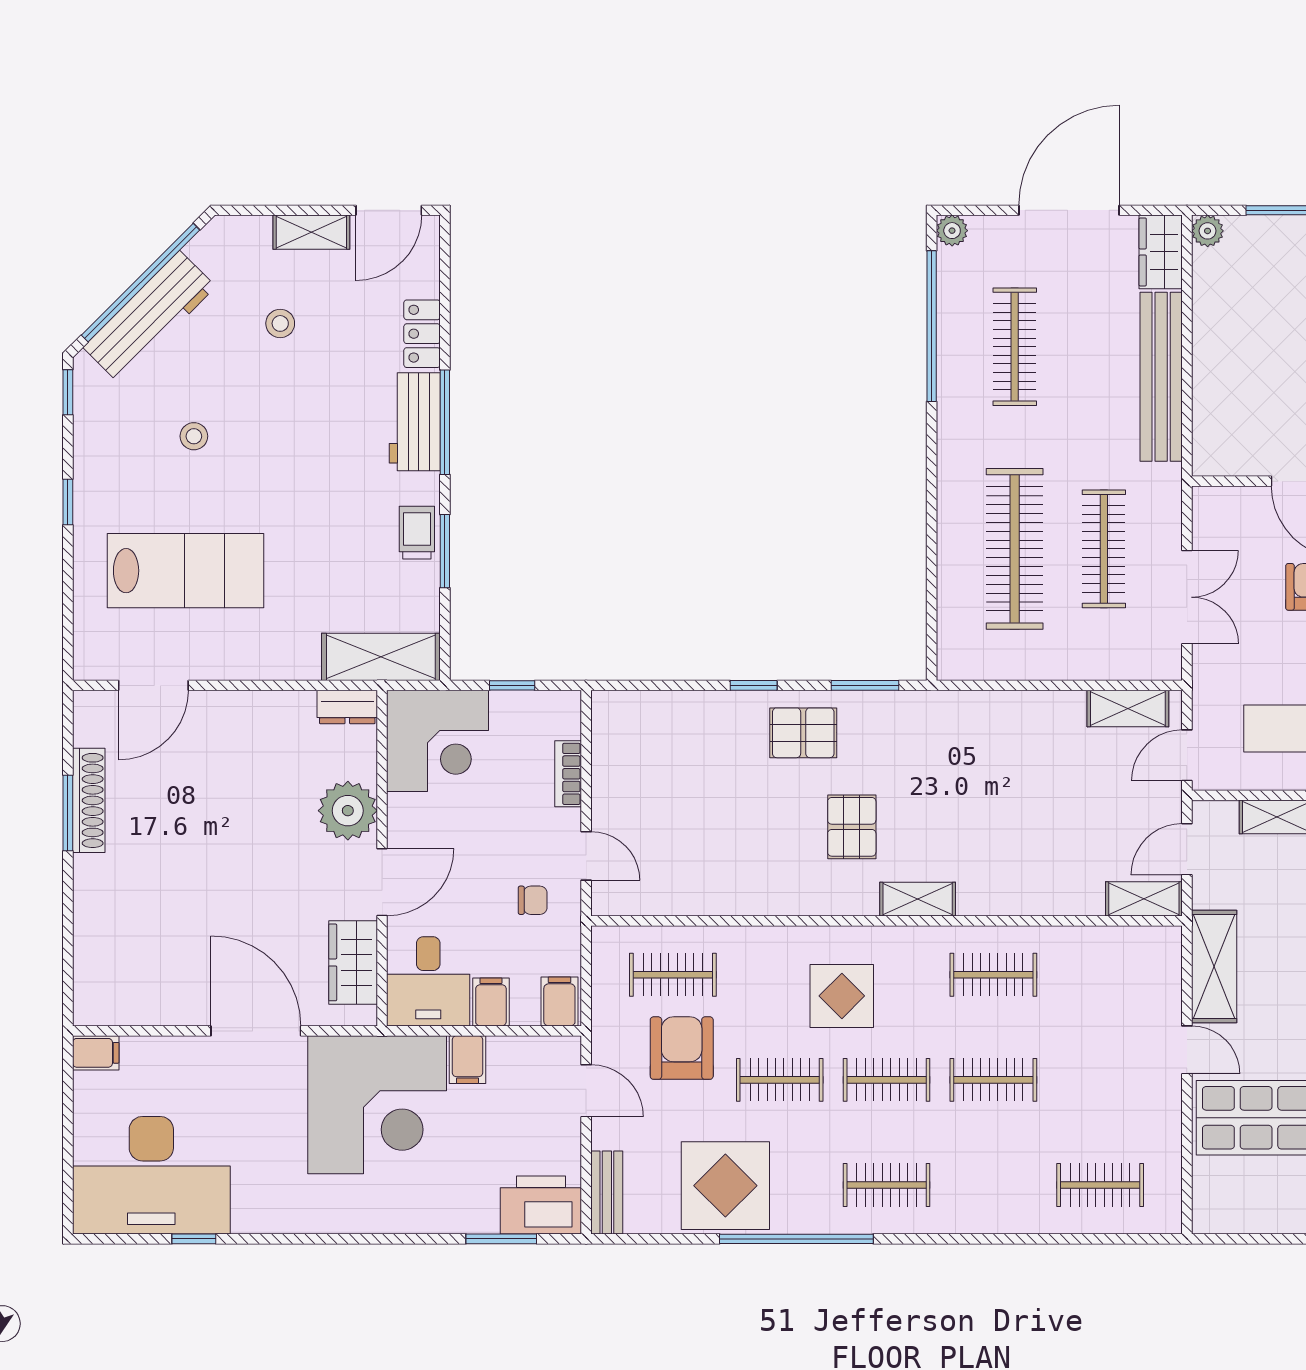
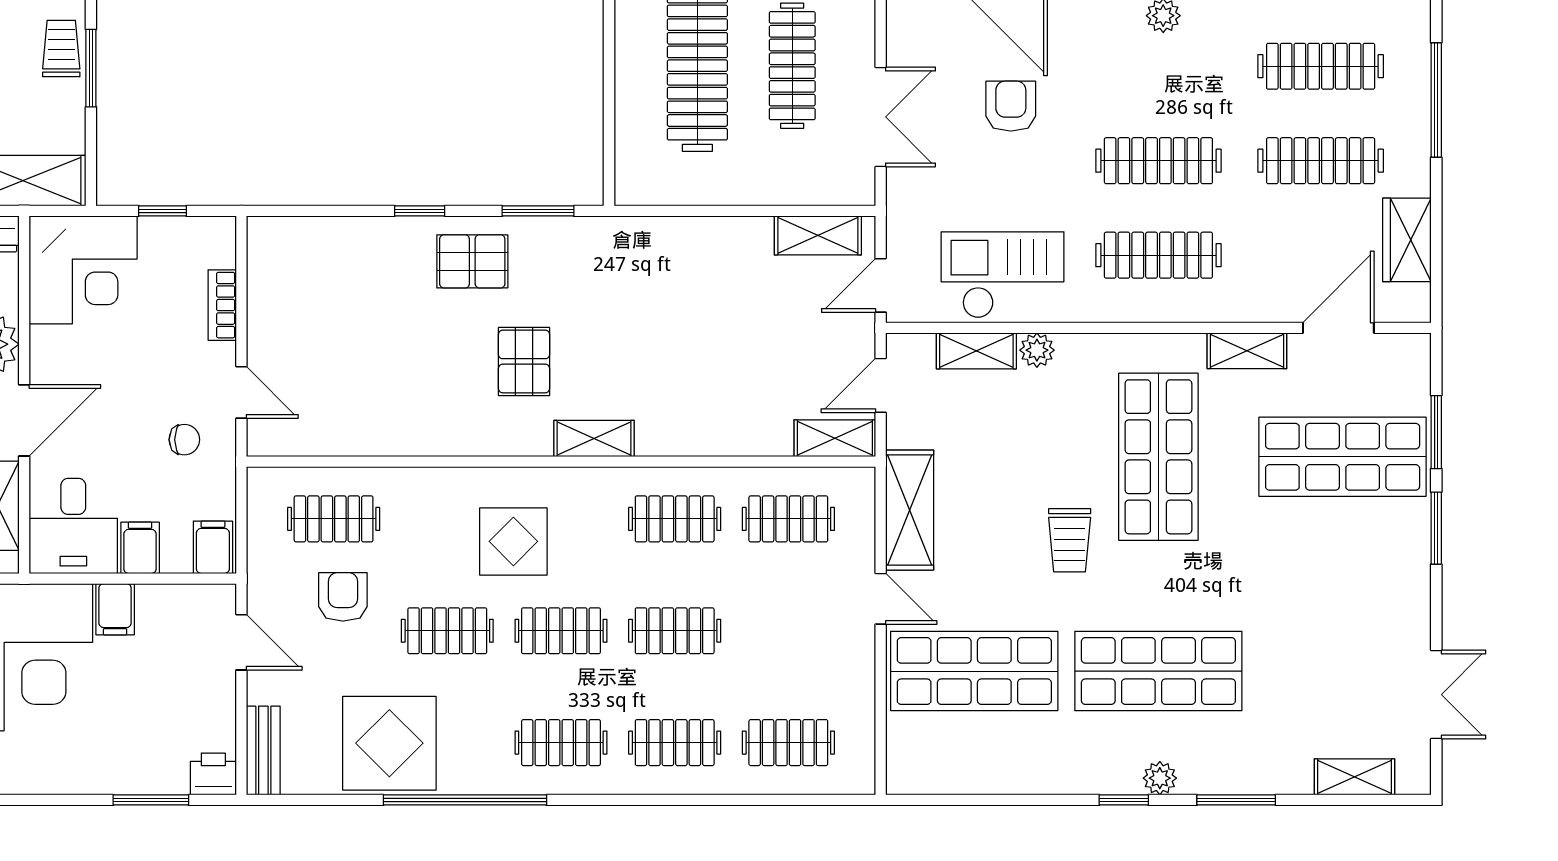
clothes rail: (1100, 975) -> (788, 519), added
armchair: (682, 1048) -> (343, 597), width x0.72, depth x0.72
clothes rail: (993, 1185) -> (675, 743), added
printer: (541, 1205) -> (213, 774), width x0.53, depth x0.68

